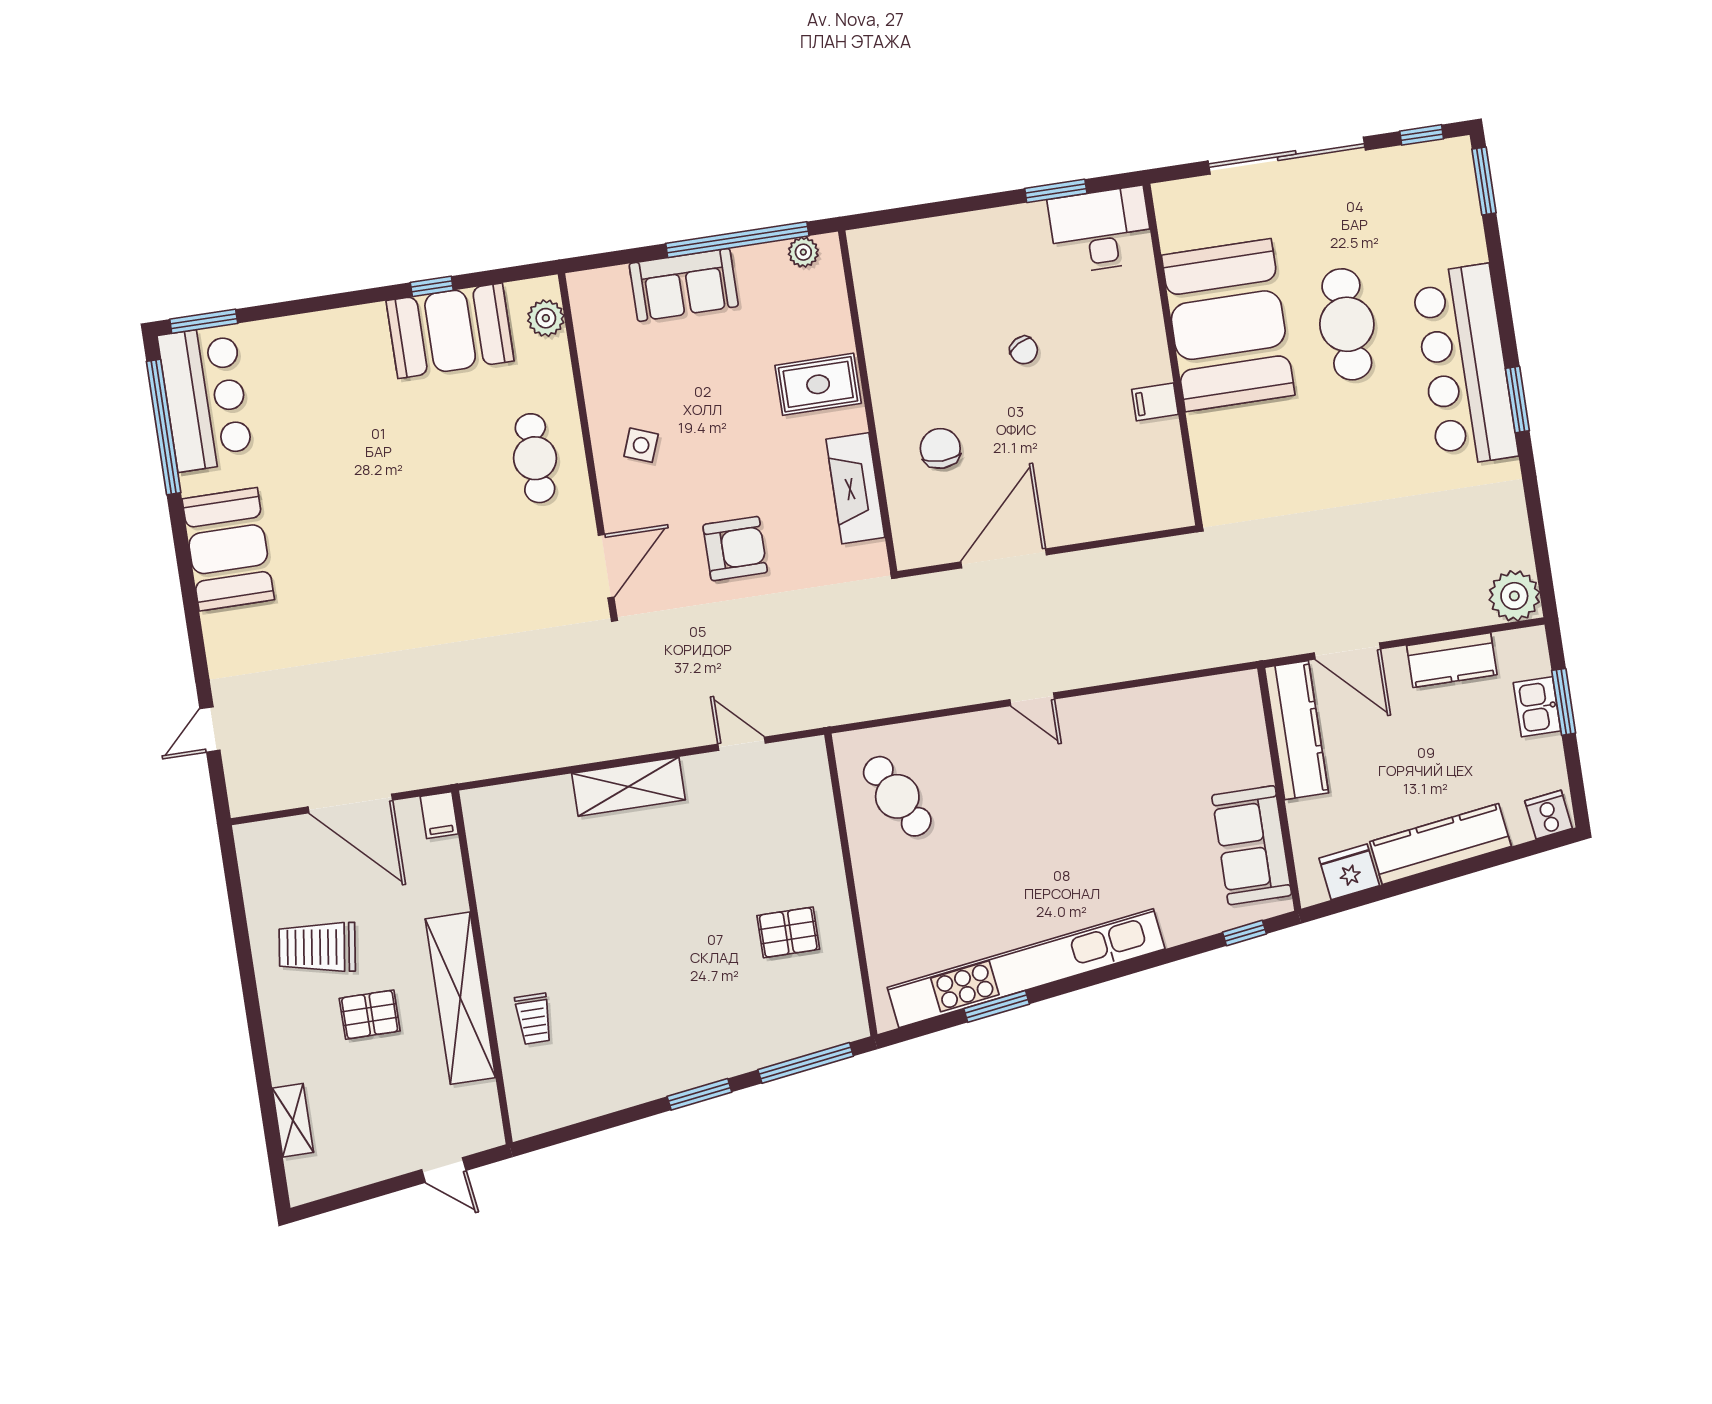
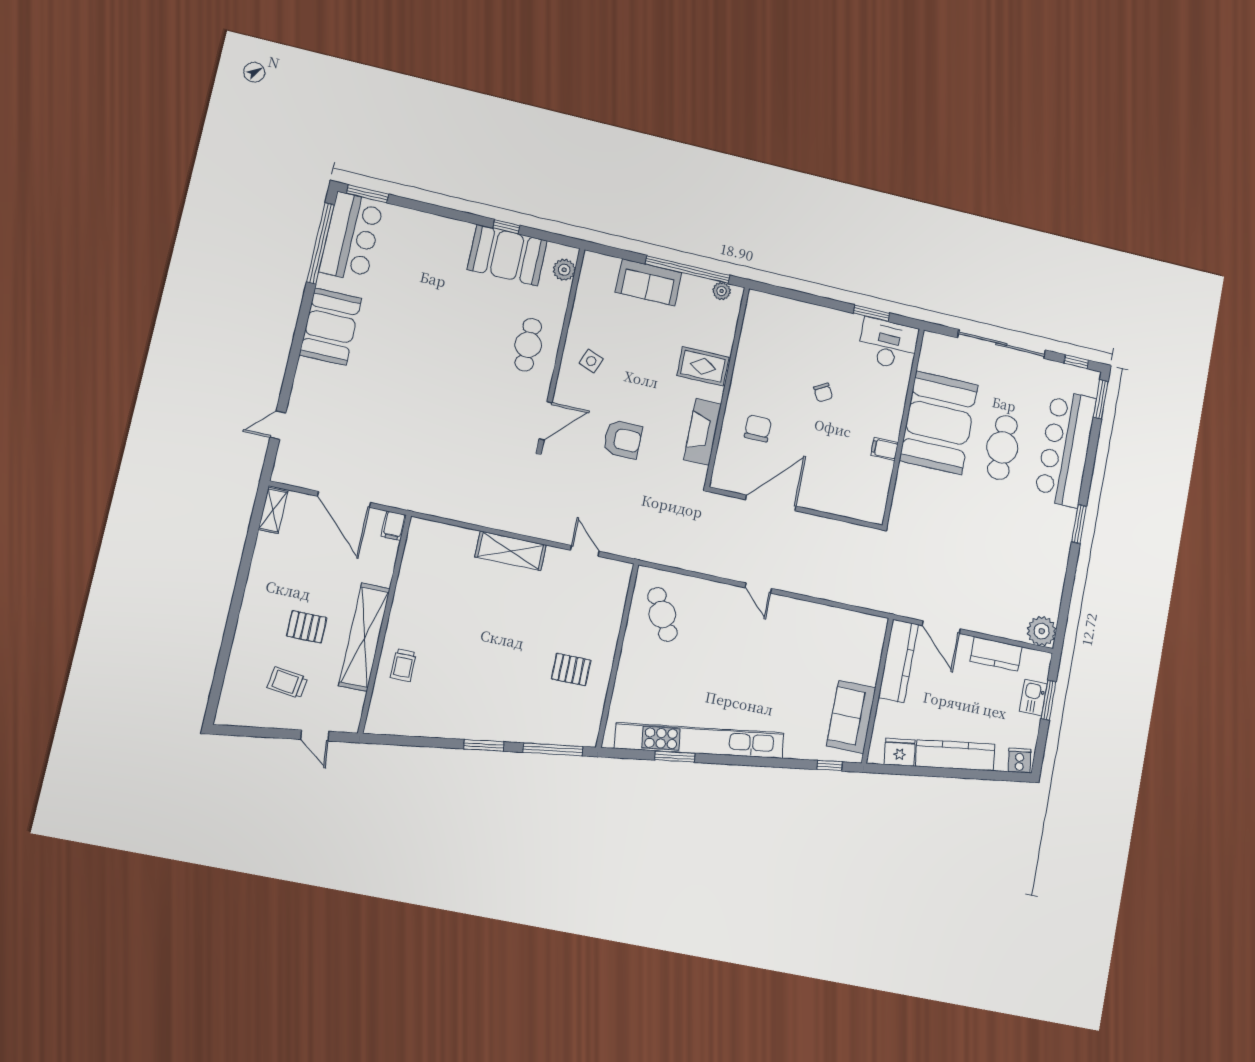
bar counter: (1465, 365) -> (1065, 448), moved
trolley: (317, 947) -> (288, 683), moved, width x0.73, depth x0.72
shelving: (293, 1120) -> (273, 510), moved

